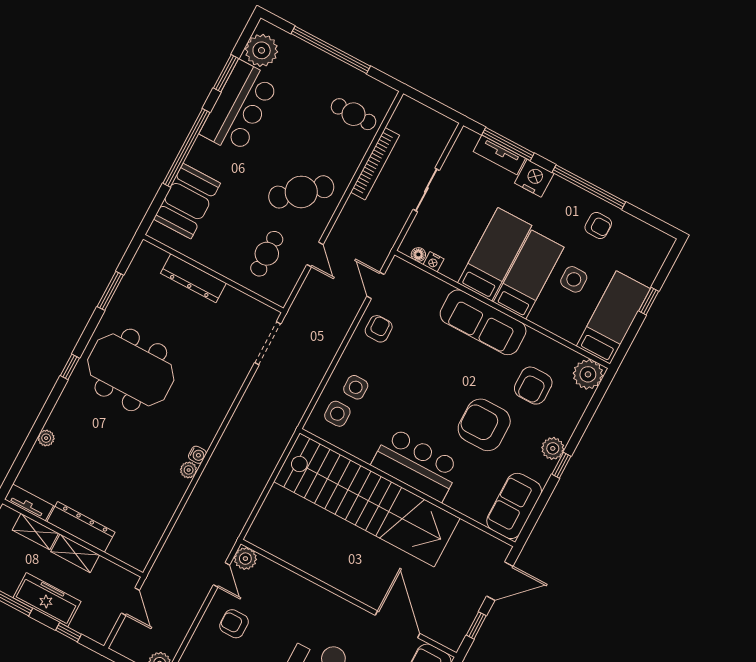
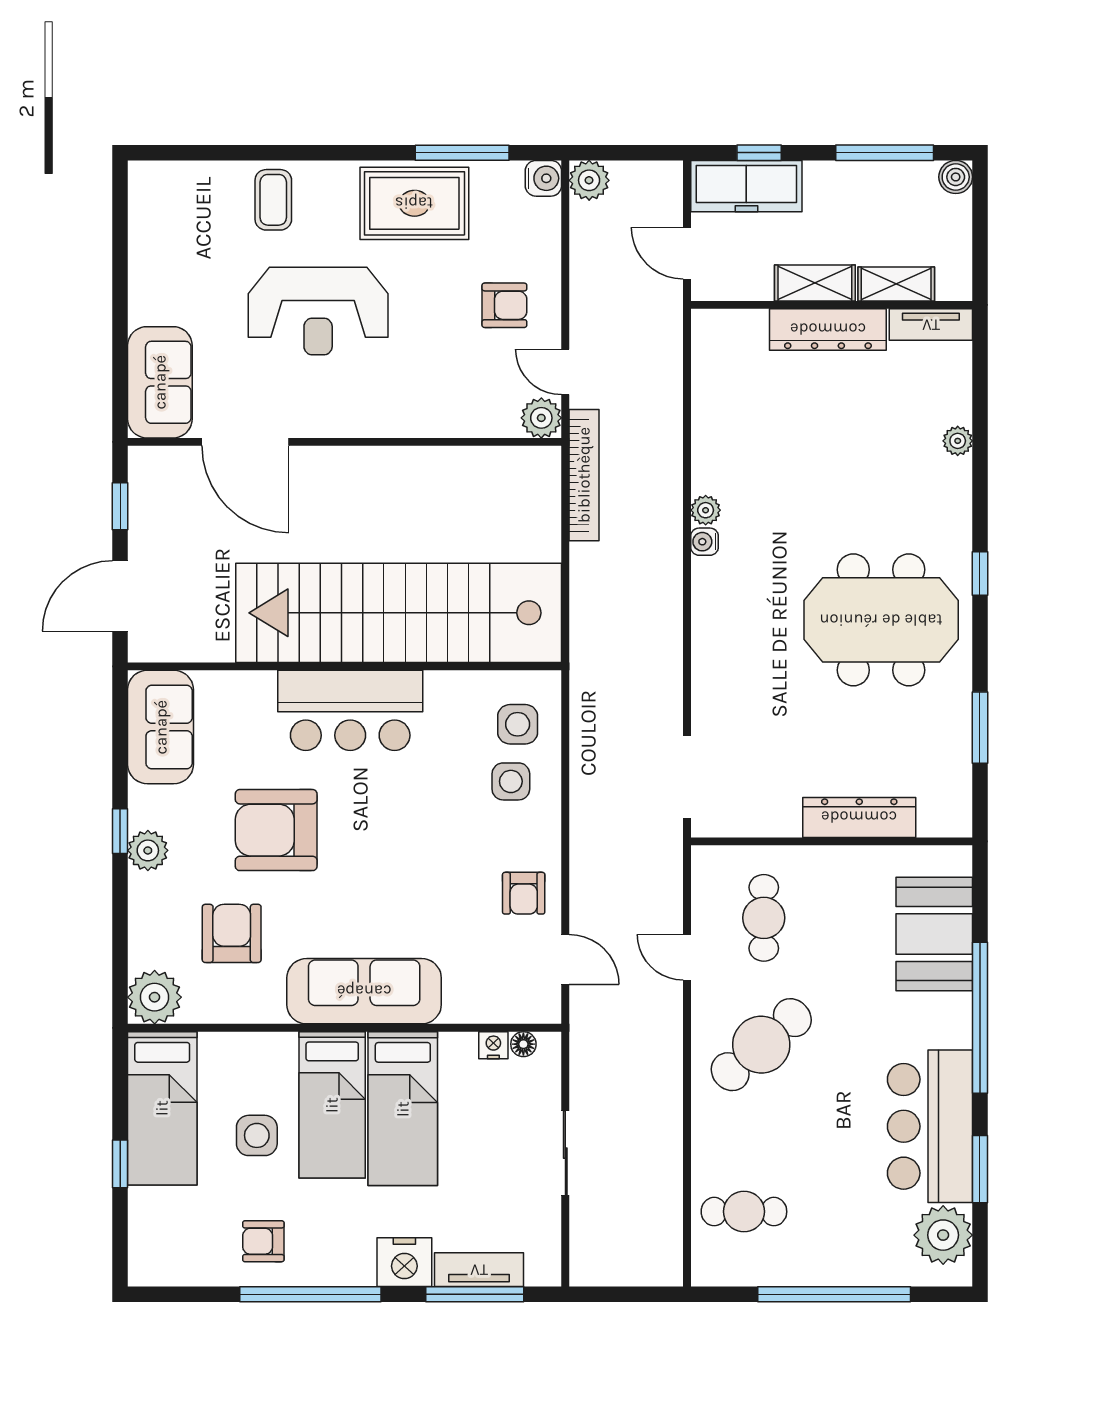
bookcase: (375, 164) -> (584, 475), moved, turned 180
armchair: (484, 425) -> (276, 830), turned 180
freezer: (47, 600) -> (746, 186), moved

